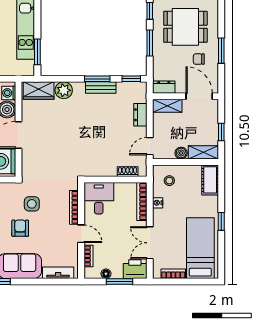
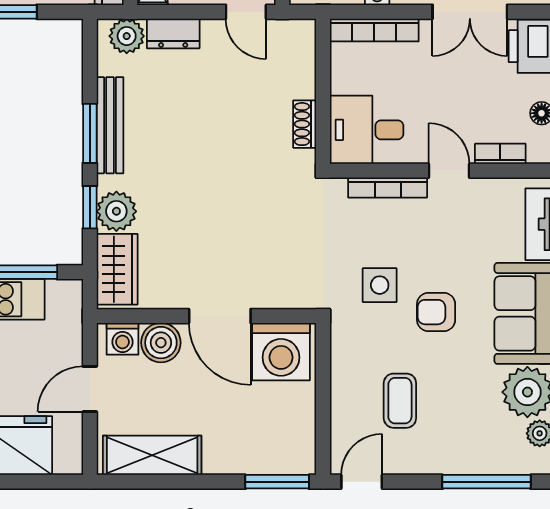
window: (131, 79) -> (90, 207), moved
bench: (101, 88) -> (110, 125), width x1.36
plant: (139, 95) -> (127, 36), added
shoe rack: (128, 172) -> (305, 124), moved
door: (81, 234) -> (449, 171), hinge flipped

